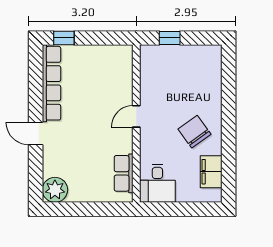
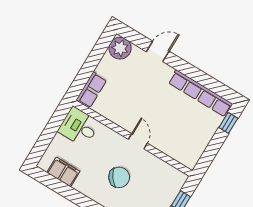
chair: (194, 132) -> (119, 177), moved
door: (36, 134) -> (158, 51), moved
row of seats: (124, 173) -> (91, 90), moved, turned 90

